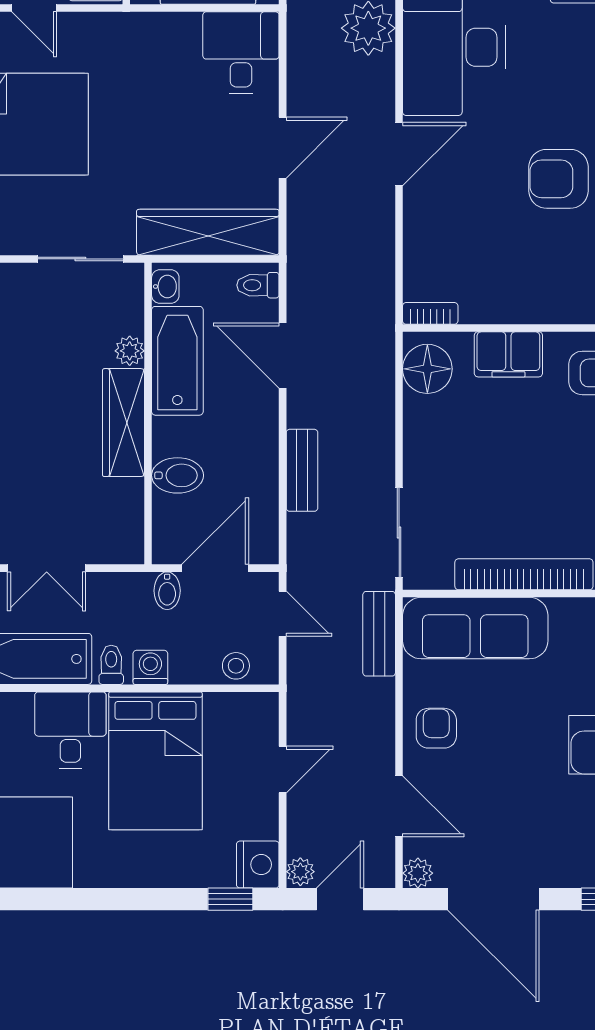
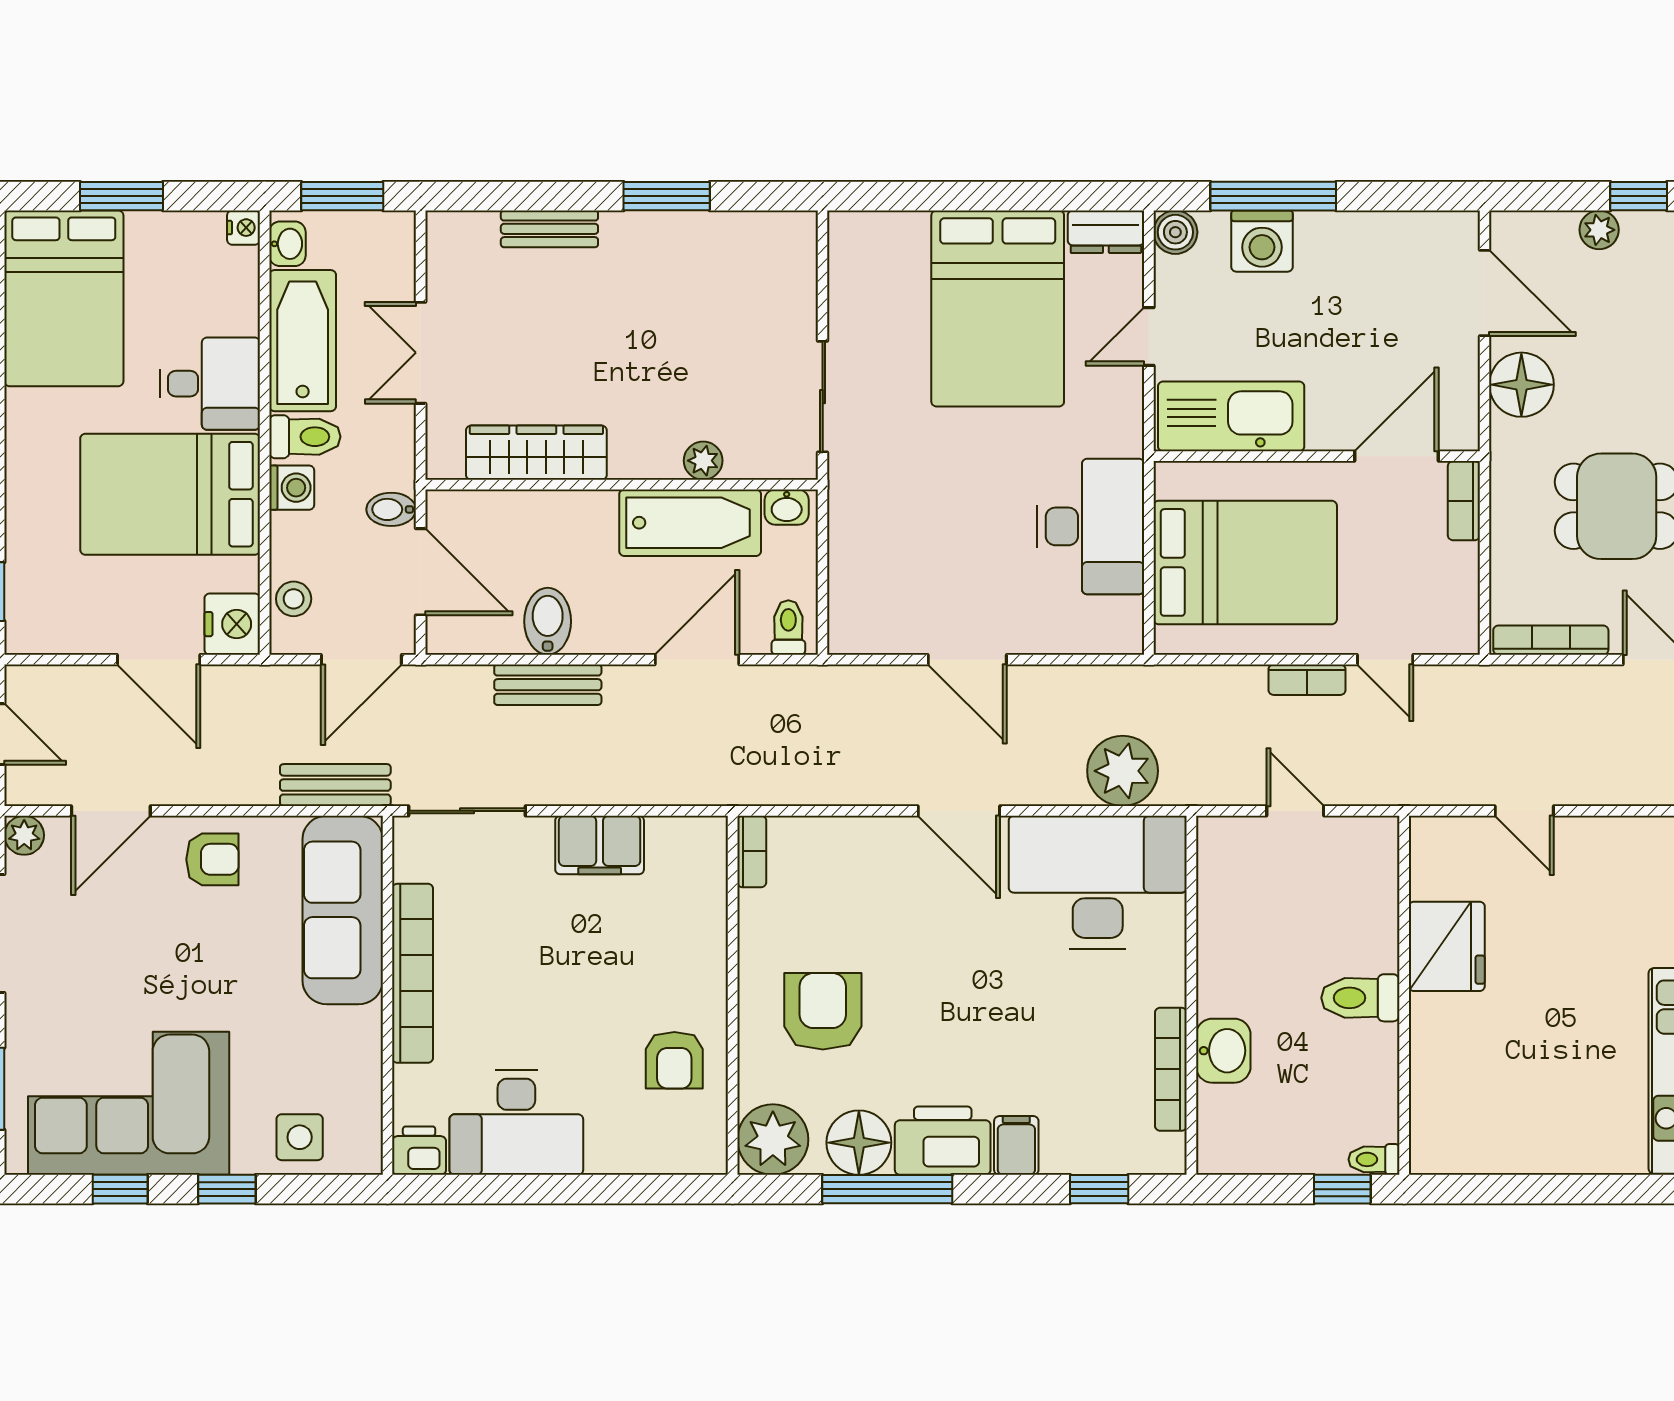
desk: (241, 53) -> (1091, 526), moved, width x1.37
armchair: (558, 179) -> (823, 1011), moved
wardrobe: (208, 232) -> (857, 562), removed
filing cabinet: (508, 354) -> (600, 845), moved, turned -90
floor lamp: (427, 369) -> (680, 848), removed
wardrobe: (123, 423) -> (536, 453), moved
bidet: (178, 475) -> (548, 621), moved, turned 180
door: (283, 614) -> (361, 660), width x1.38
toilet: (111, 665) -> (305, 437), width x1.37, depth x1.39
door: (283, 770) -> (159, 660), width x1.38
nightstand: (258, 865) -> (232, 624), moved, turned -90
plant: (300, 872) -> (26, 683), removed

